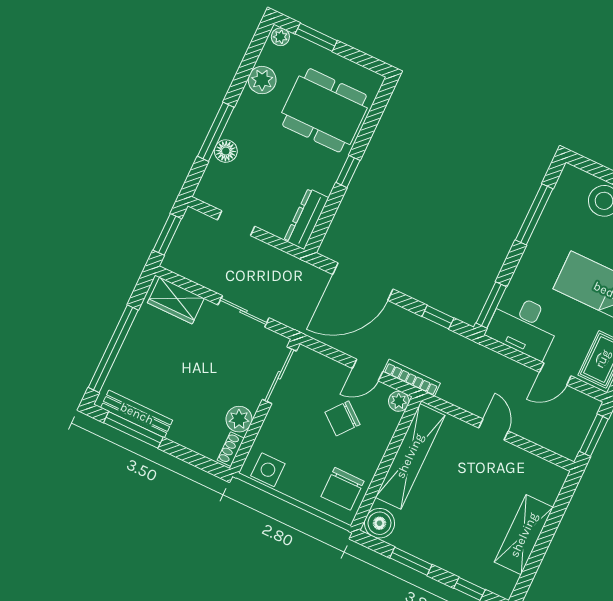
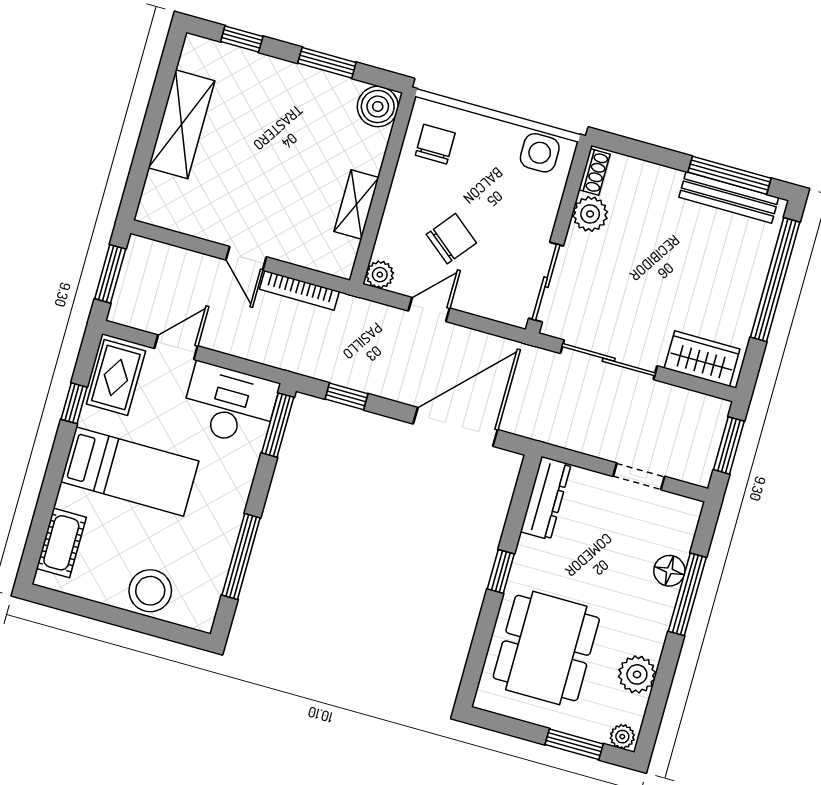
dining table: (324, 110) -> (546, 648), turned 90
sliding door: (244, 311) -> (609, 360), width x1.37
bookcase: (412, 377) -> (299, 290), moved
shelving: (410, 456) -> (356, 205), width x0.45, depth x0.75
chair: (343, 489) -> (435, 144), width x0.73, depth x0.73

